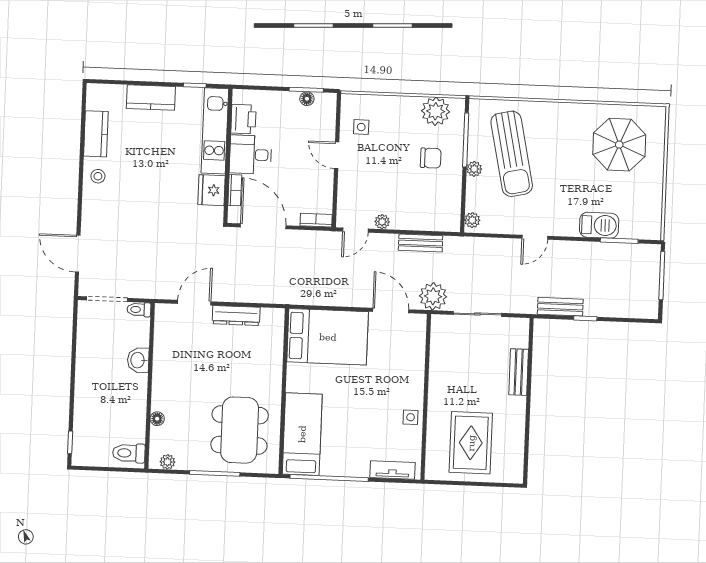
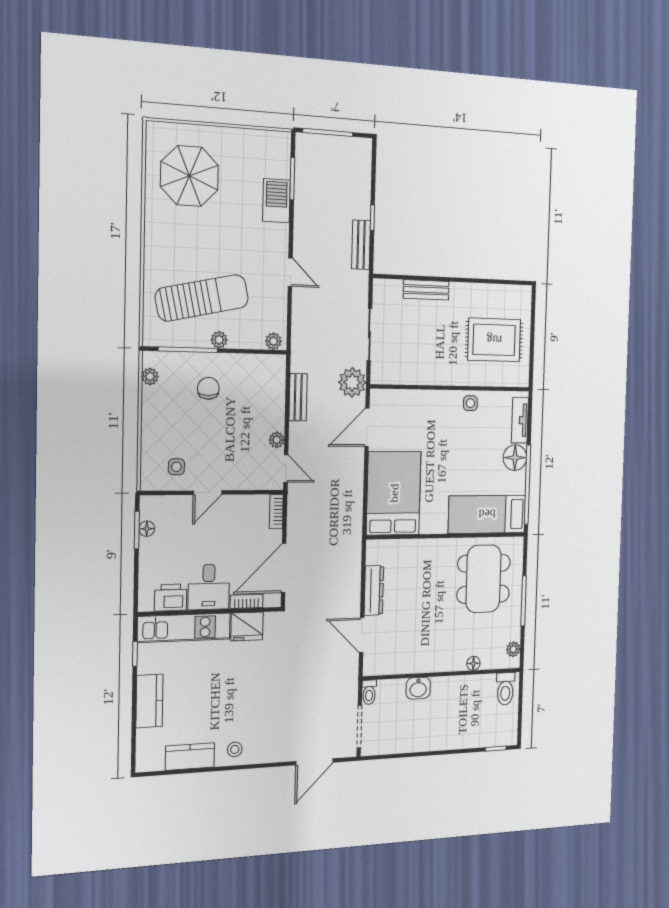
plant: (436, 111) -> (150, 376), width x0.53, depth x0.53
dining table: (240, 430) -> (484, 579), turned 90
floor lamp: (356, 465) -> (515, 458), added

